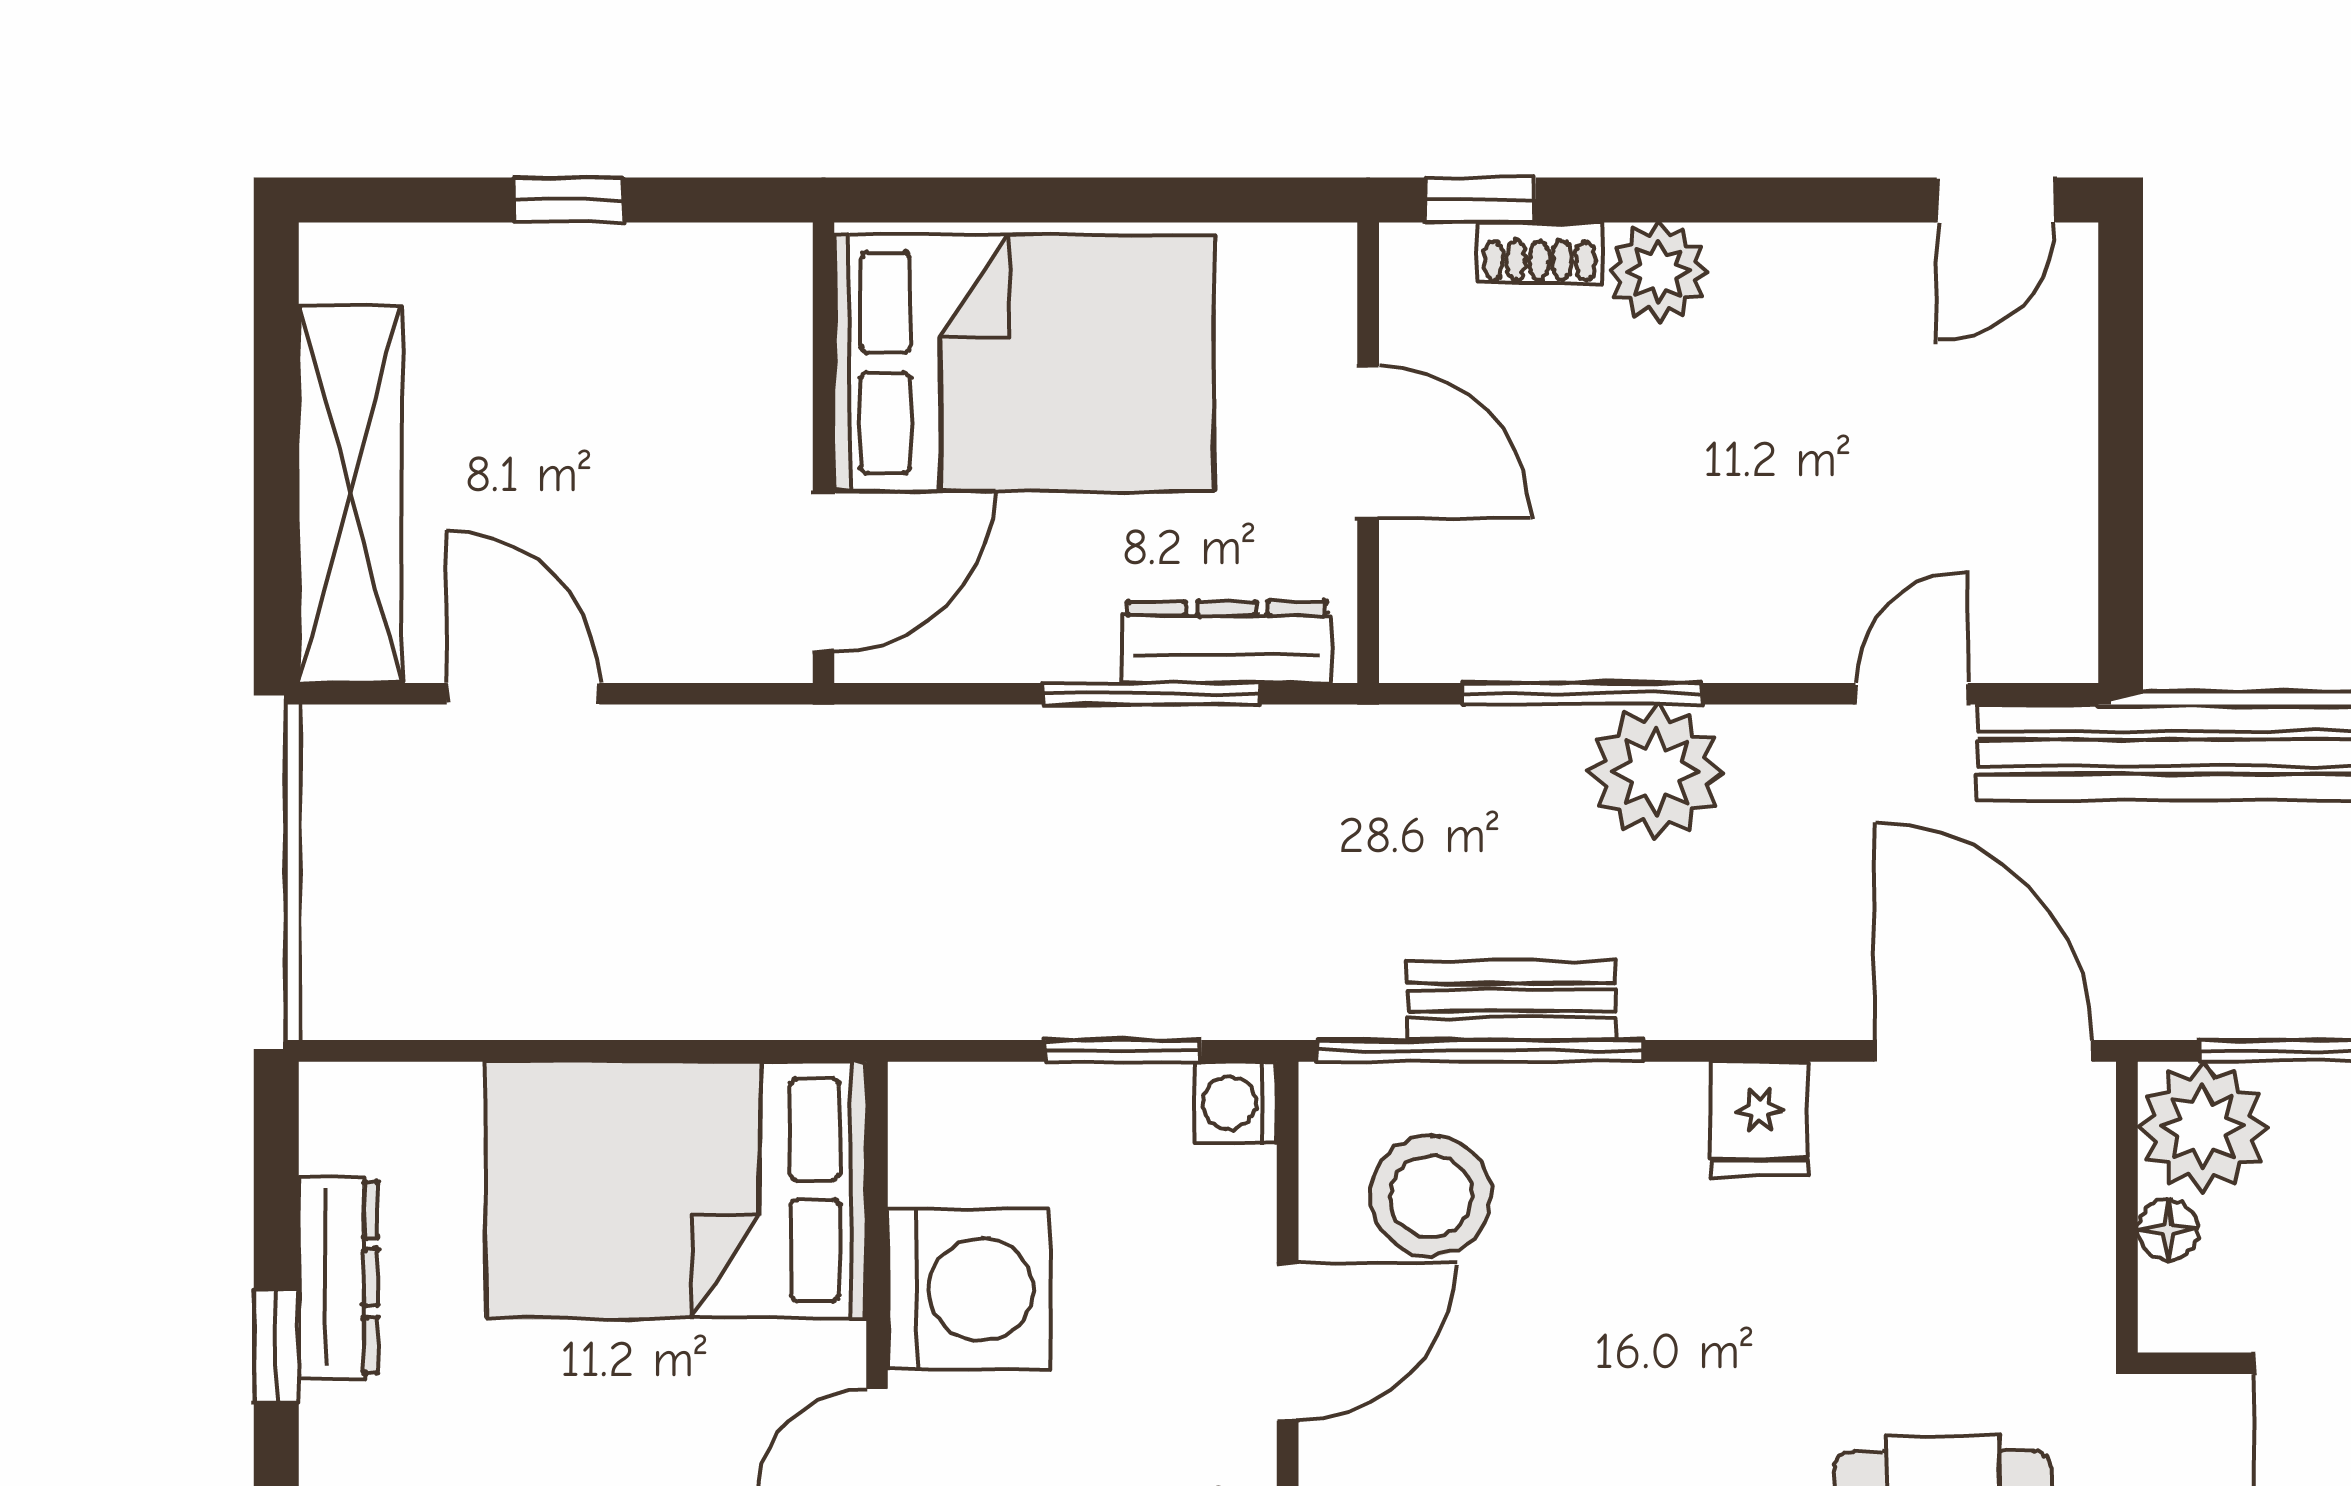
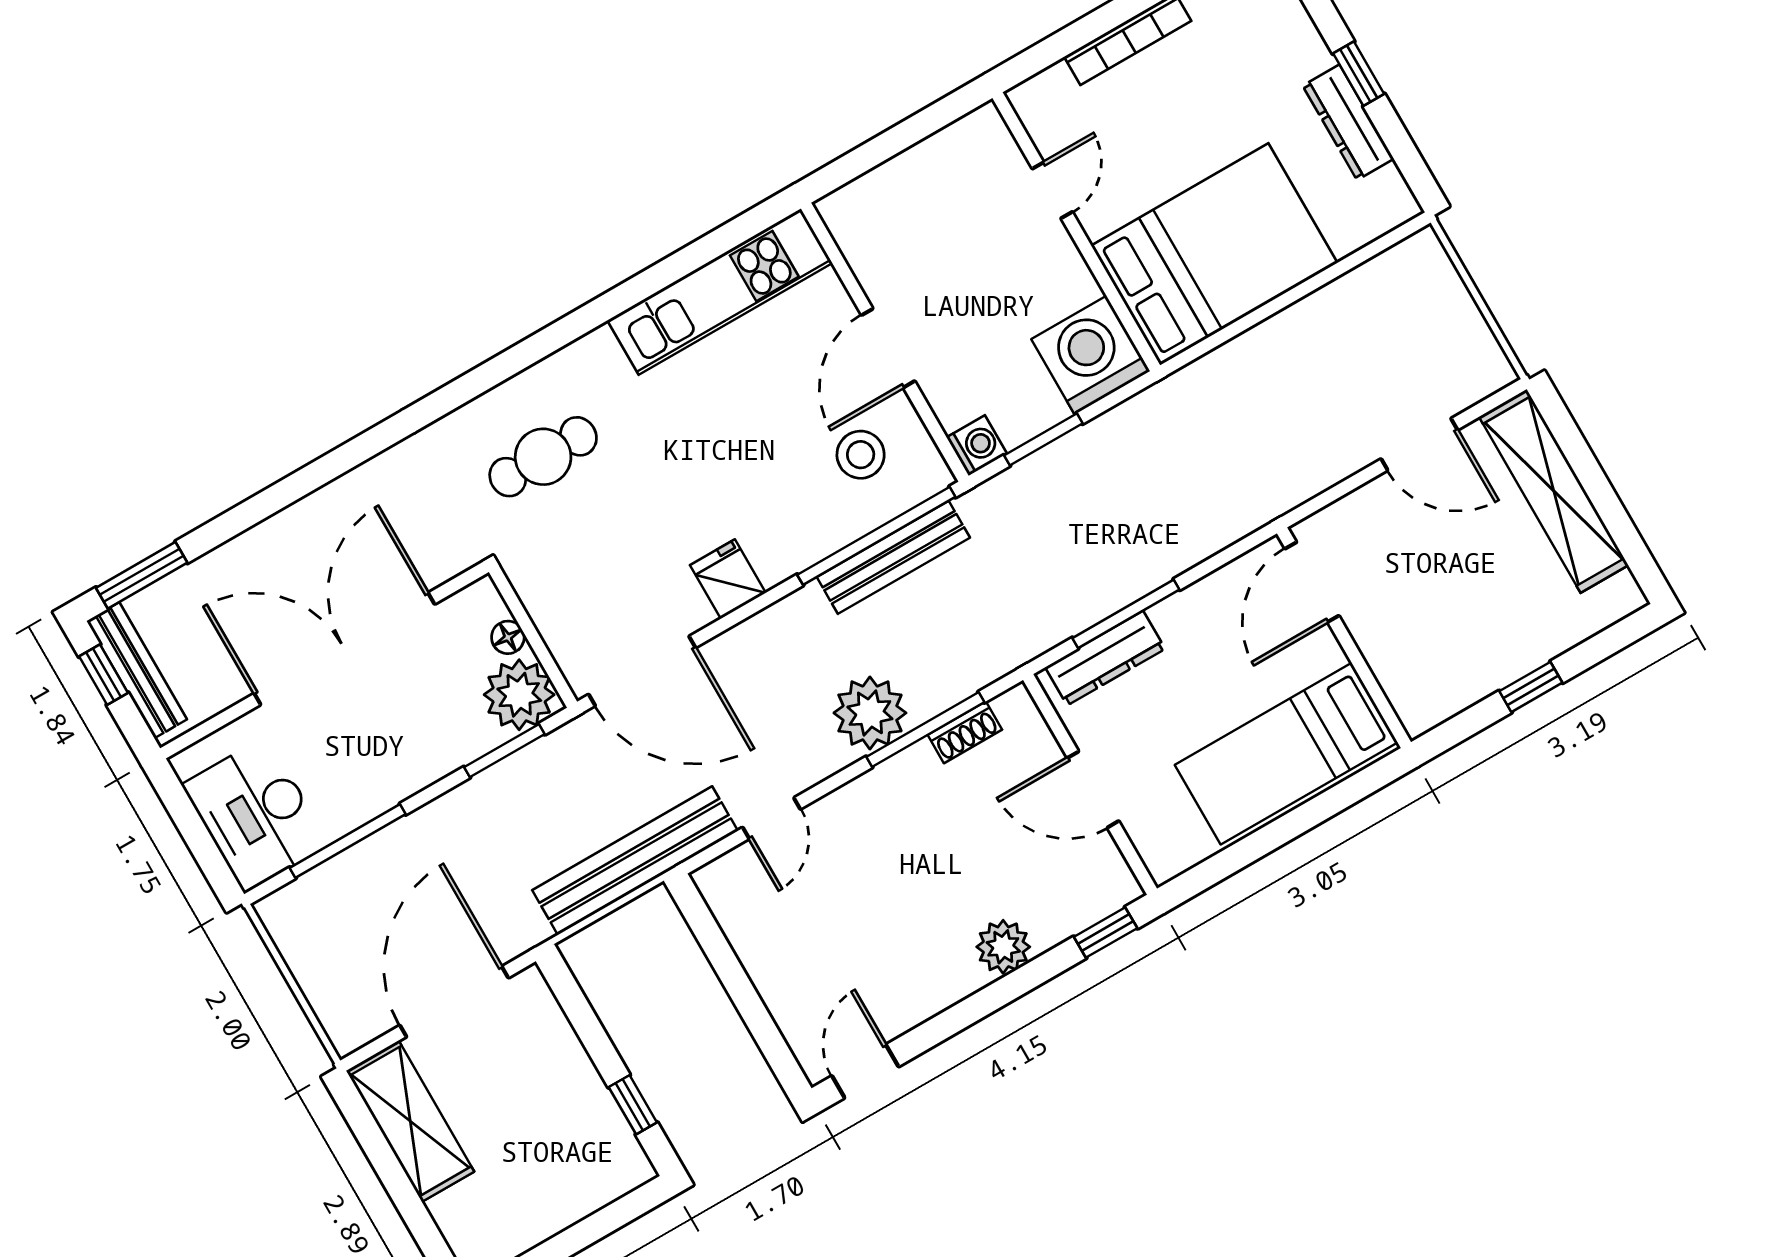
shoe rack: (1539, 253) -> (965, 732), moved, turned 180
bed: (1024, 363) -> (1286, 754), width x0.67
bench: (1511, 1000) -> (893, 557), width x1.36
stool: (1431, 1196) -> (861, 455), width x0.73, depth x0.73
washing machine: (969, 1289) -> (1091, 355), moved, turned 90

